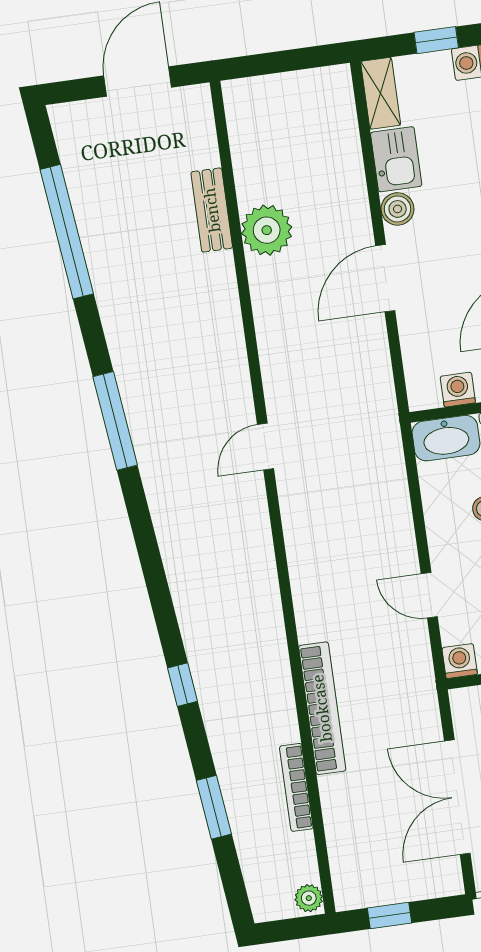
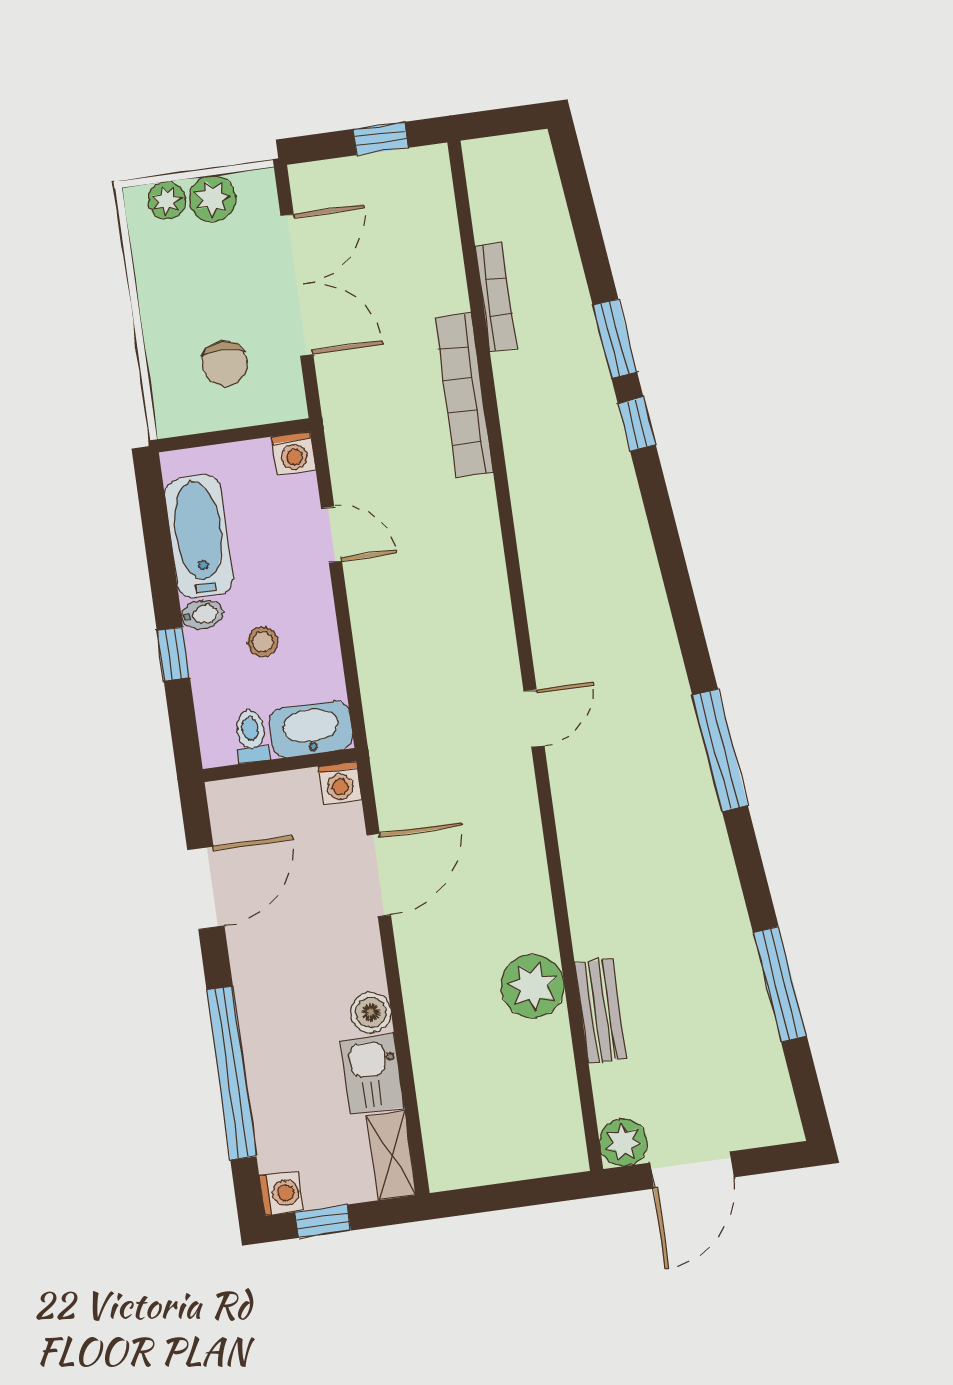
window: (67, 232) -> (780, 984), width x0.68
door: (385, 278) -> (379, 875), moved
washing machine: (458, 390) -> (340, 783), moved
window: (214, 807) -> (615, 339), moved
plant: (309, 898) -> (623, 1142), moved, width x1.38, depth x1.38

